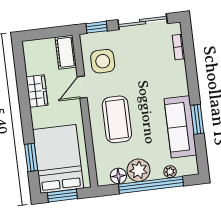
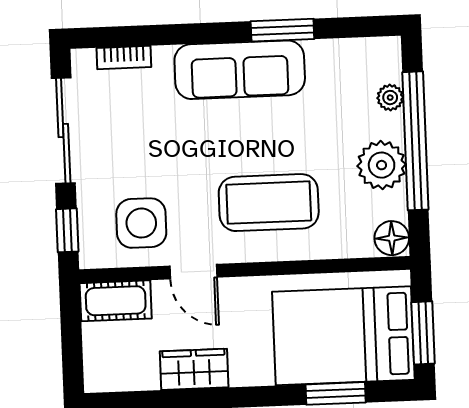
sofa: (180, 127) -> (240, 70), moved
floor lamp: (118, 176) -> (392, 238), moved

